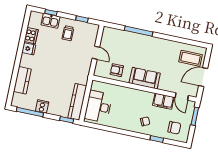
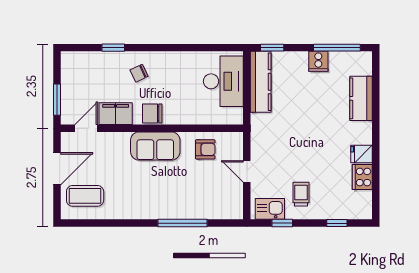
kitchen sink: (50, 21) -> (270, 209), moved
door: (182, 97) -> (86, 128), hinge flipped
chair: (174, 128) -> (152, 113), moved

